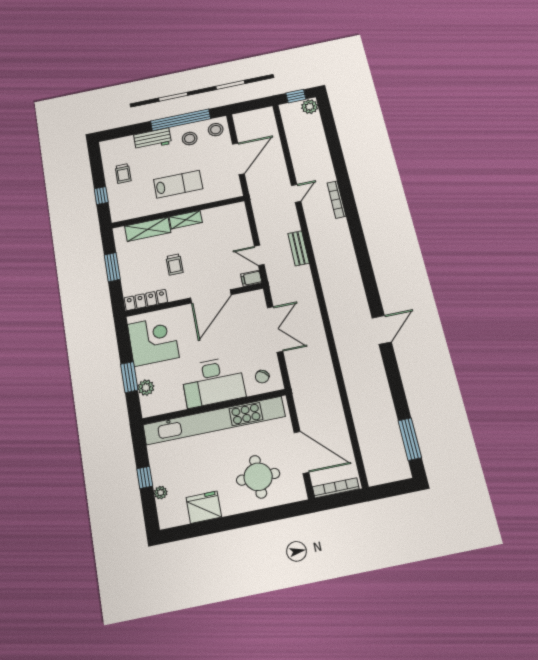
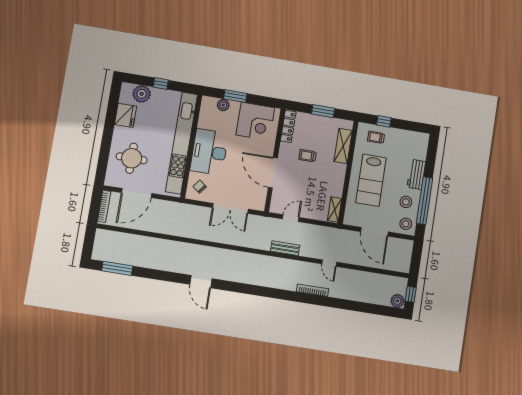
trolley: (123, 173) -> (376, 137), moved
lab bench: (178, 184) -> (371, 180), width x1.36, depth x1.39
shelving: (186, 220) -> (335, 209), moved
filing cabinet: (251, 278) -> (275, 206), removed
plant: (161, 493) -> (142, 94), width x1.87, depth x1.87

